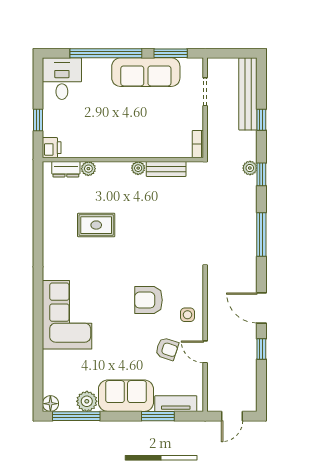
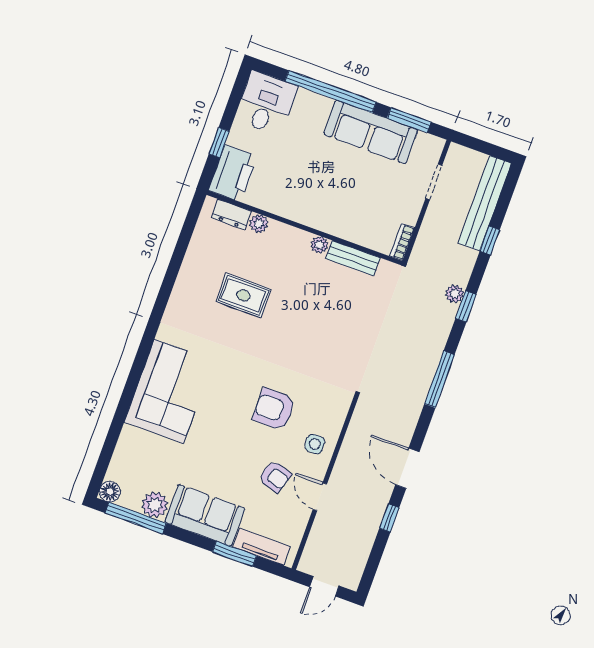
printer: (52, 148) -> (233, 173), width x1.87, depth x1.48

